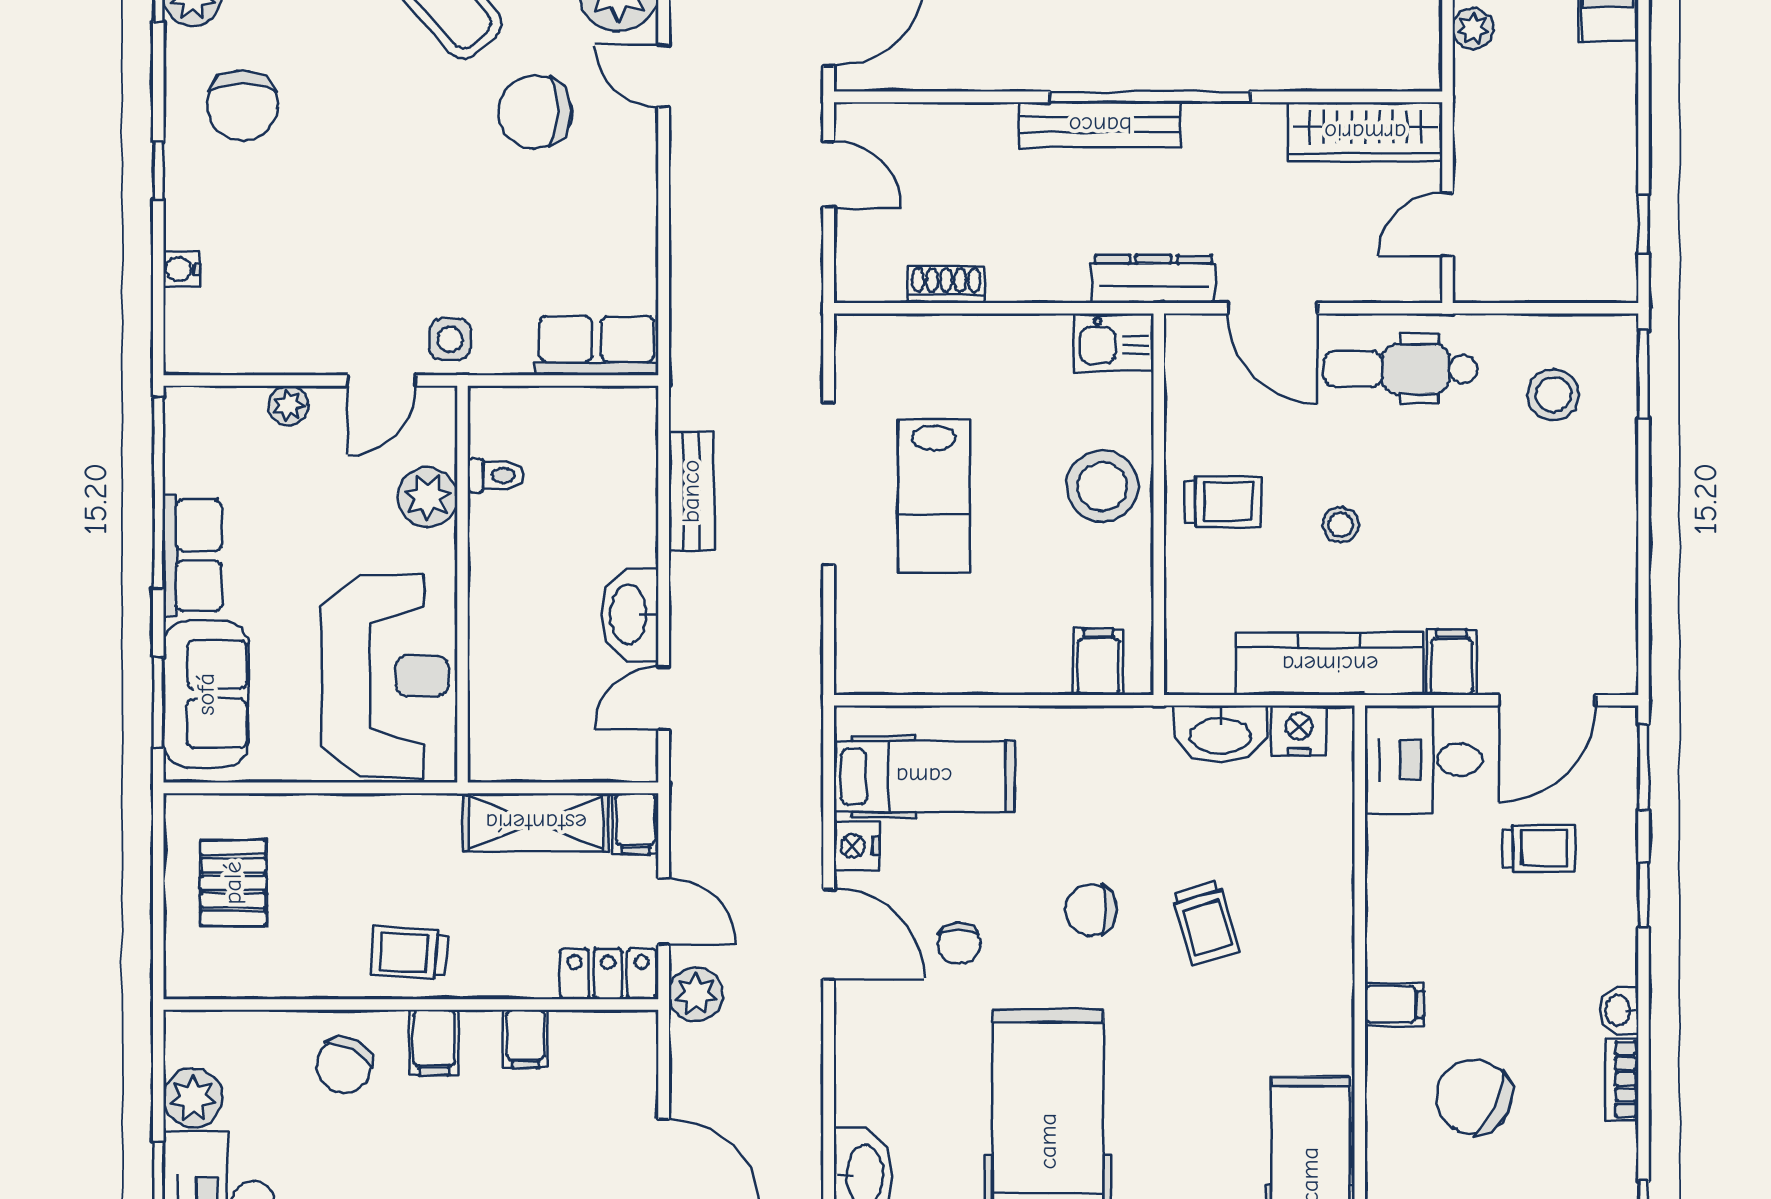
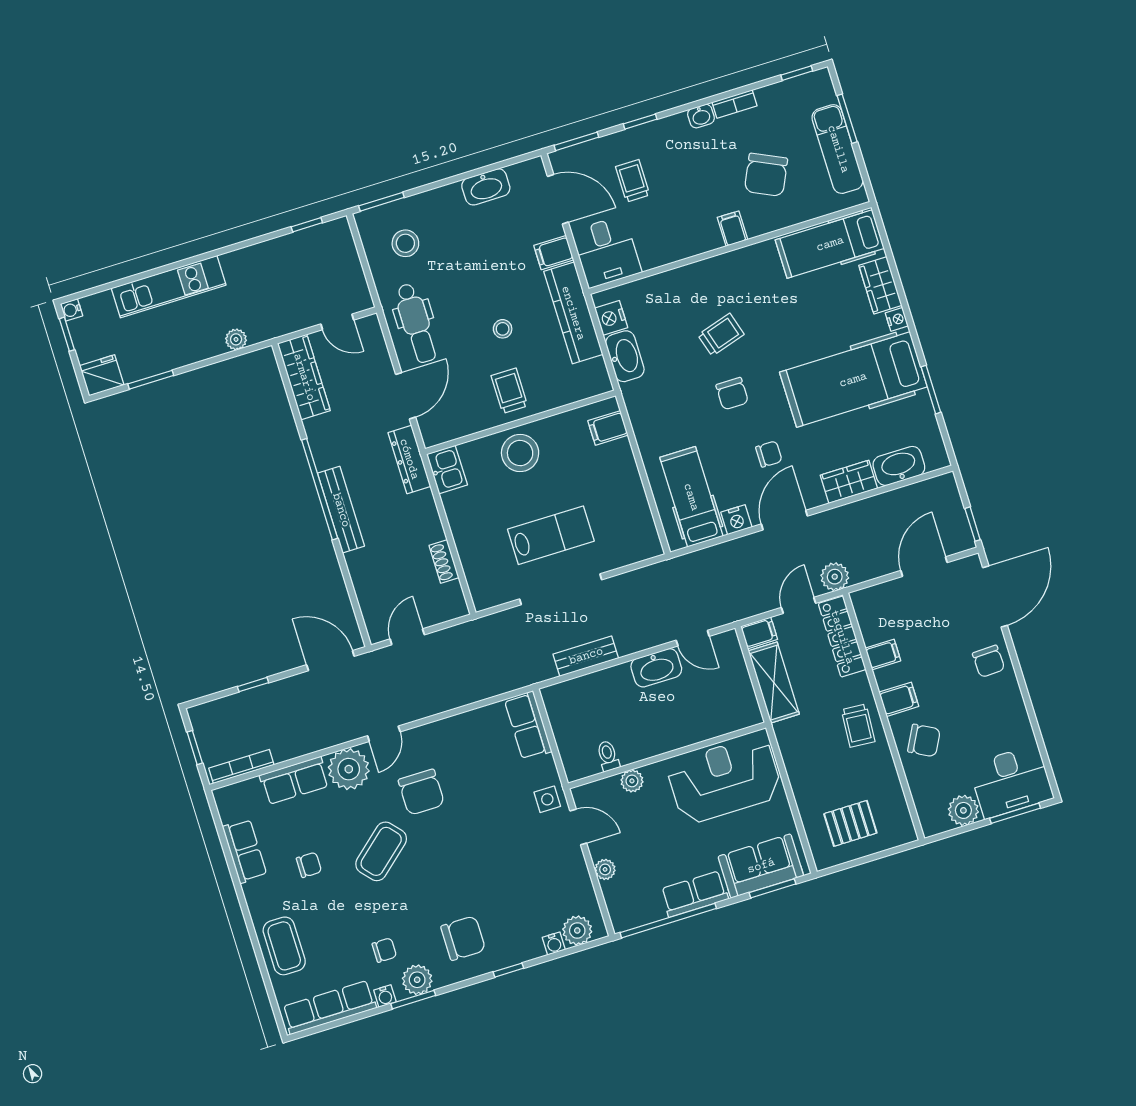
plant: (192, 320) -> (577, 930), added
plant: (428, 497) -> (632, 781), width x0.73, depth x0.73
washbasin: (1611, 575) -> (486, 187), added
locker: (608, 974) -> (842, 637), width x1.53
wardrobe: (862, 1074) -> (849, 482), added

